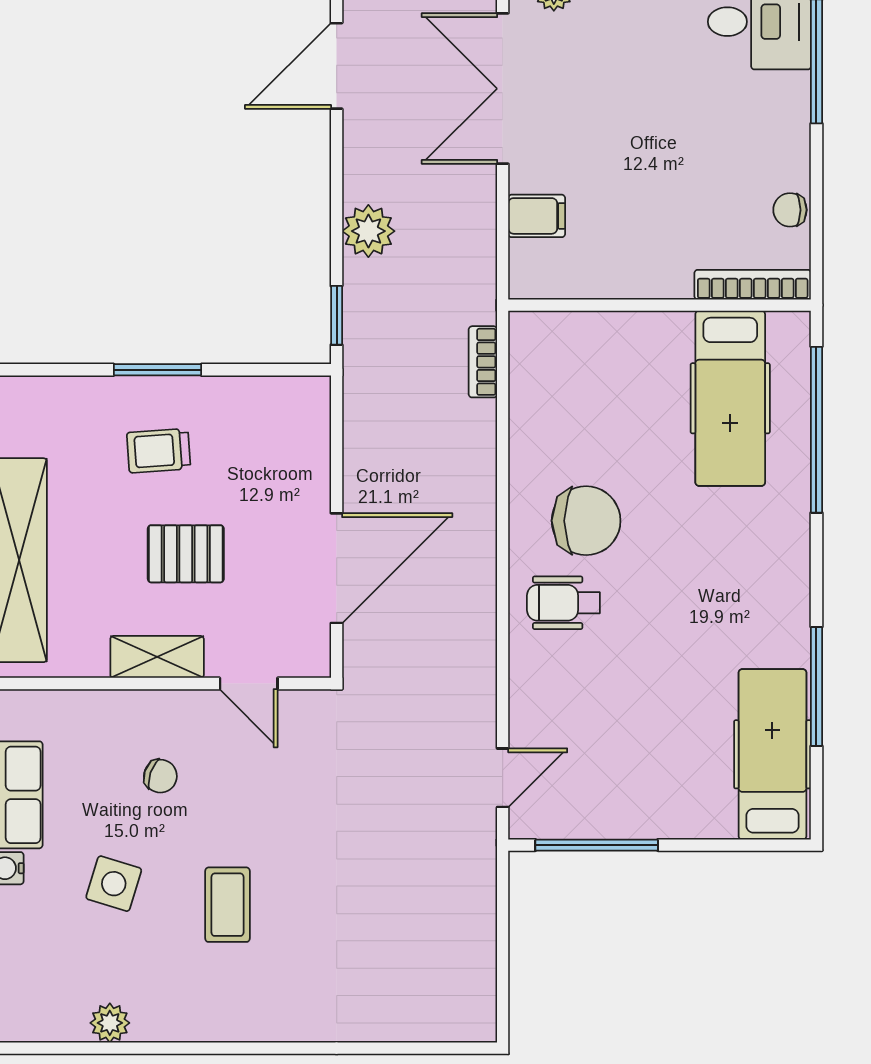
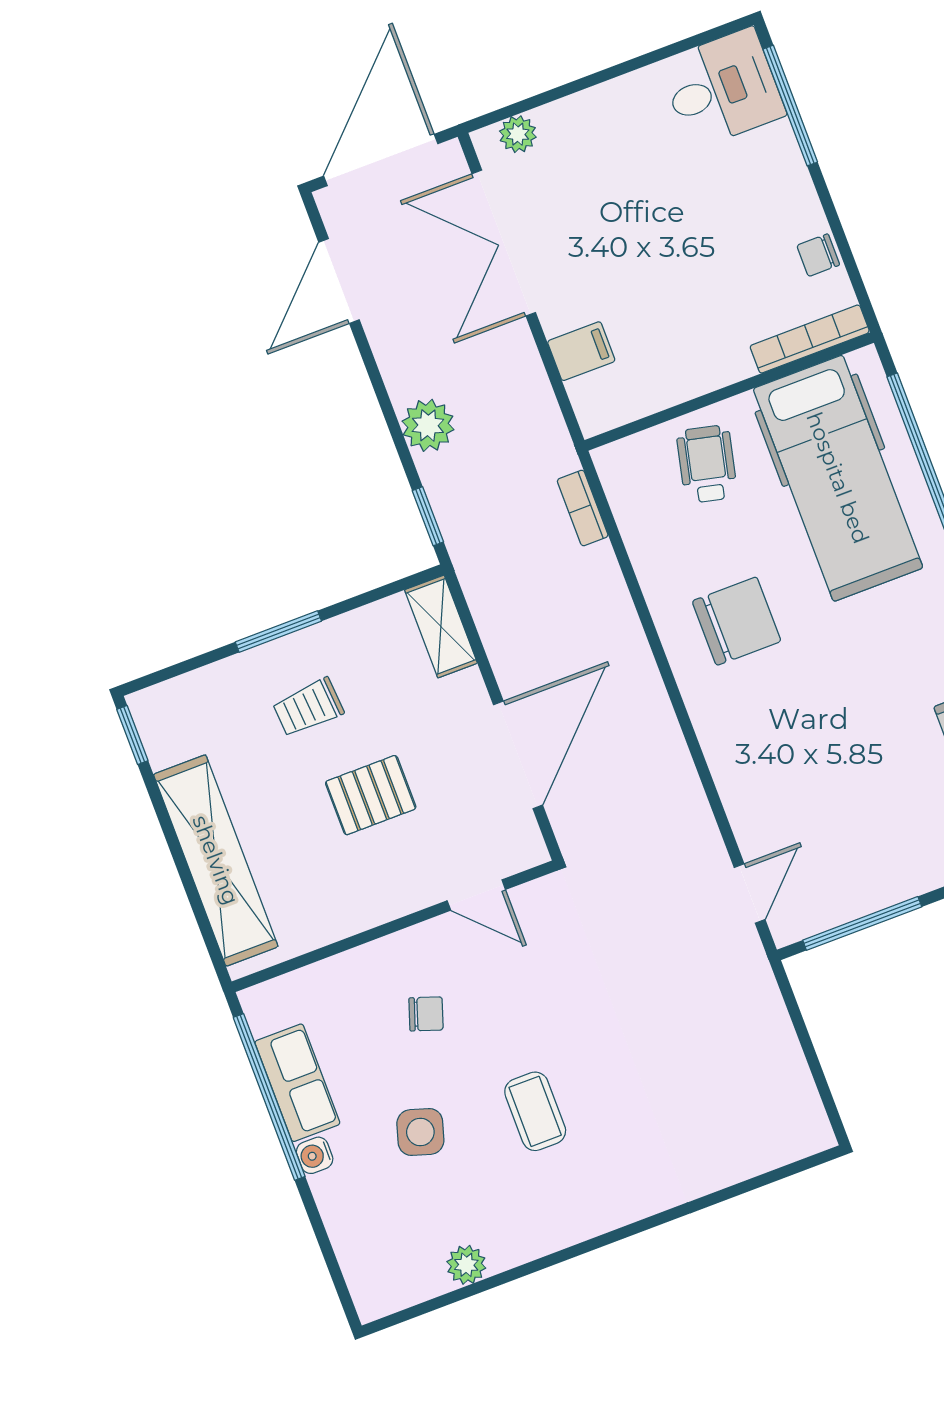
hospital bed: (730, 398) -> (838, 478), width x1.37, depth x1.29
wheelchair: (563, 603) -> (707, 464), moved, turned 103
shelving: (157, 657) -> (441, 626), moved, turned 90

